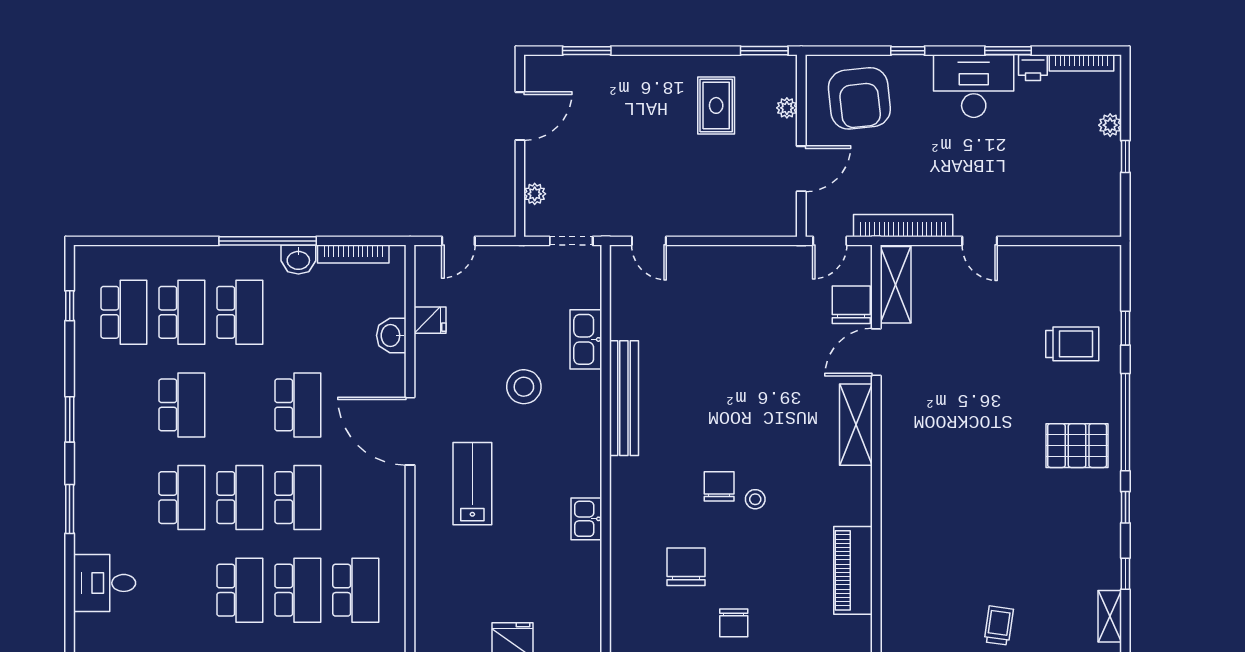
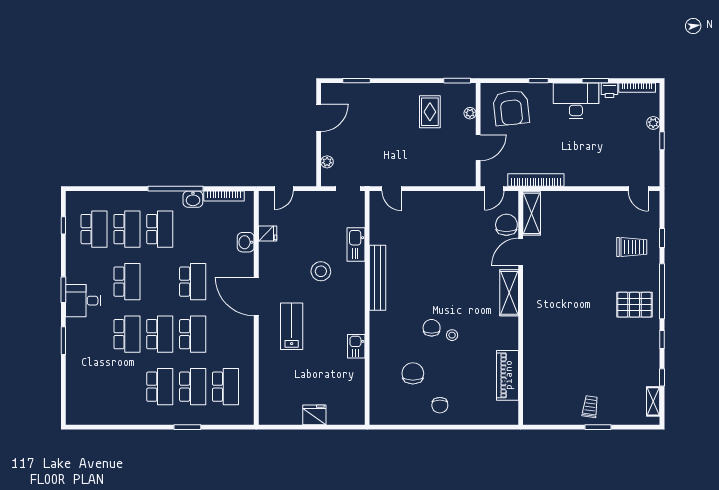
door: (980, 241) -> (638, 189), moved
desk: (105, 583) -> (83, 301), moved

